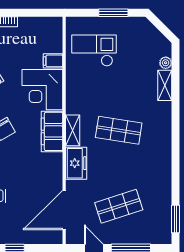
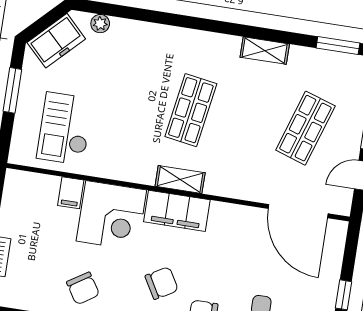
shelving: (165, 85) -> (265, 51), moved
freezer: (76, 163) -> (56, 41), moved, turned 135
shop shelf: (119, 206) -> (305, 128), turned 36

